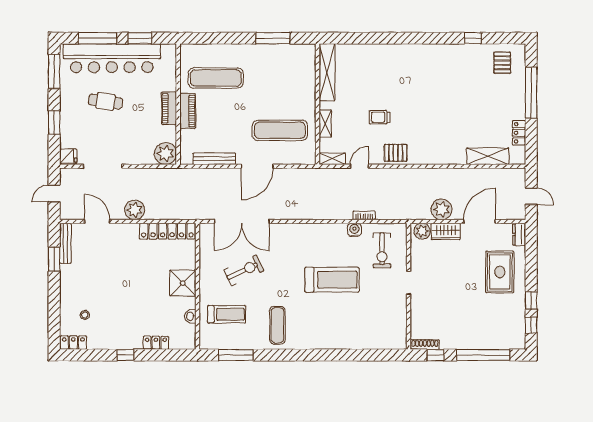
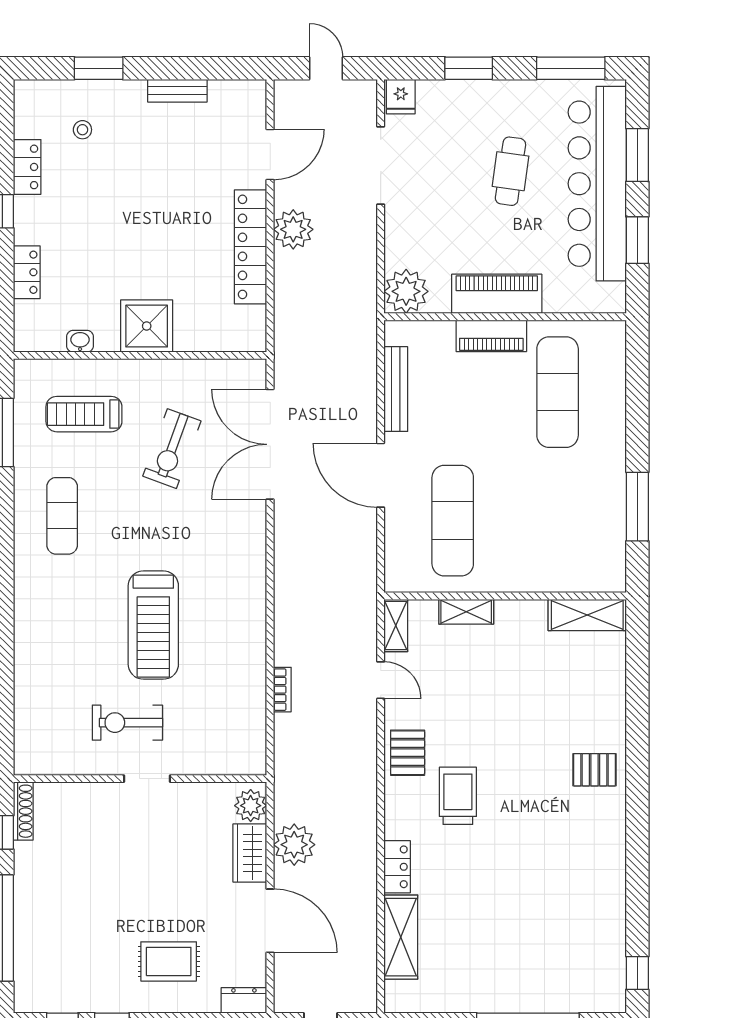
window: (97, 38) -> (637, 155), width x0.69
window: (473, 38) -> (637, 973), moved
pallet: (502, 63) -> (594, 770), moved
shelving: (327, 72) -> (587, 615), width x0.68
piano: (169, 108) -> (497, 294), width x1.37, depth x1.33
trolley: (380, 117) -> (458, 796), moved, width x1.36, depth x1.39
locker: (519, 133) -> (397, 867), moved, turned 90
water cooler: (354, 230) -> (253, 670), removed
locker: (167, 231) -> (251, 247), moved
bench: (65, 243) -> (177, 91), moved, width x0.73
exercise bike: (382, 250) -> (127, 723), moved
window: (54, 259) -> (99, 68), moved
exercise bike: (244, 270) -> (172, 449), turned 45
rug: (500, 272) -> (169, 961), width x0.73, depth x0.70
treadmill: (227, 314) -> (84, 414), turned 90
exercise mat: (277, 325) -> (62, 516), turned 90
locker: (73, 343) -> (27, 167), moved

